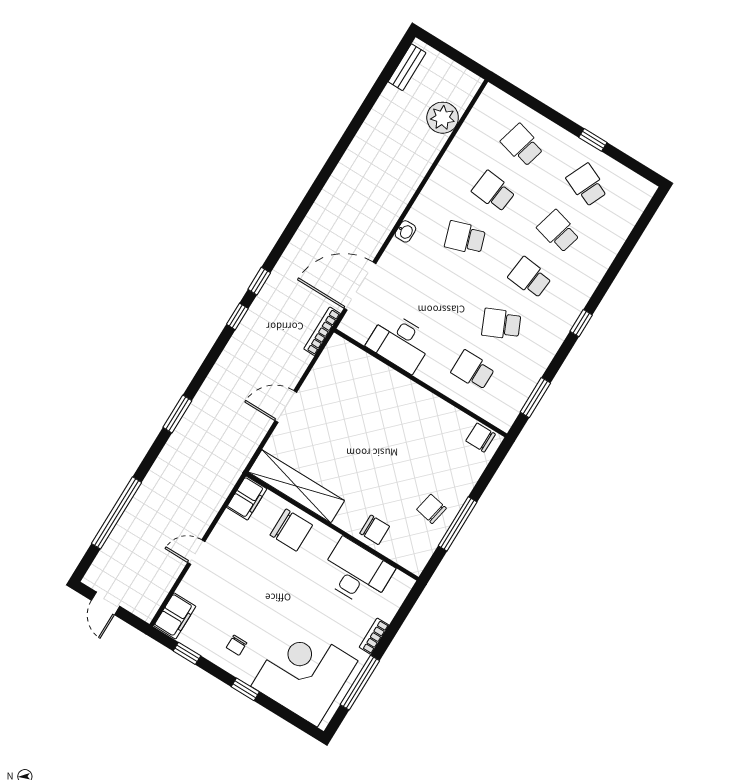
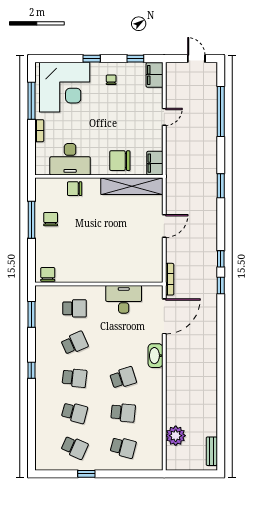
washbasin: (405, 231) -> (155, 356), width x1.91, depth x1.45
chair: (481, 438) -> (48, 274), turned -90
chair: (432, 509) -> (51, 219), turned -101

